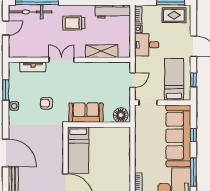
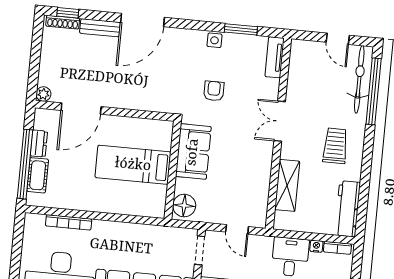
double door: (61, 60) -> (280, 121), swing flipped
tv unit: (33, 67) -> (275, 57), moved
bed: (78, 150) -> (133, 165), moved

